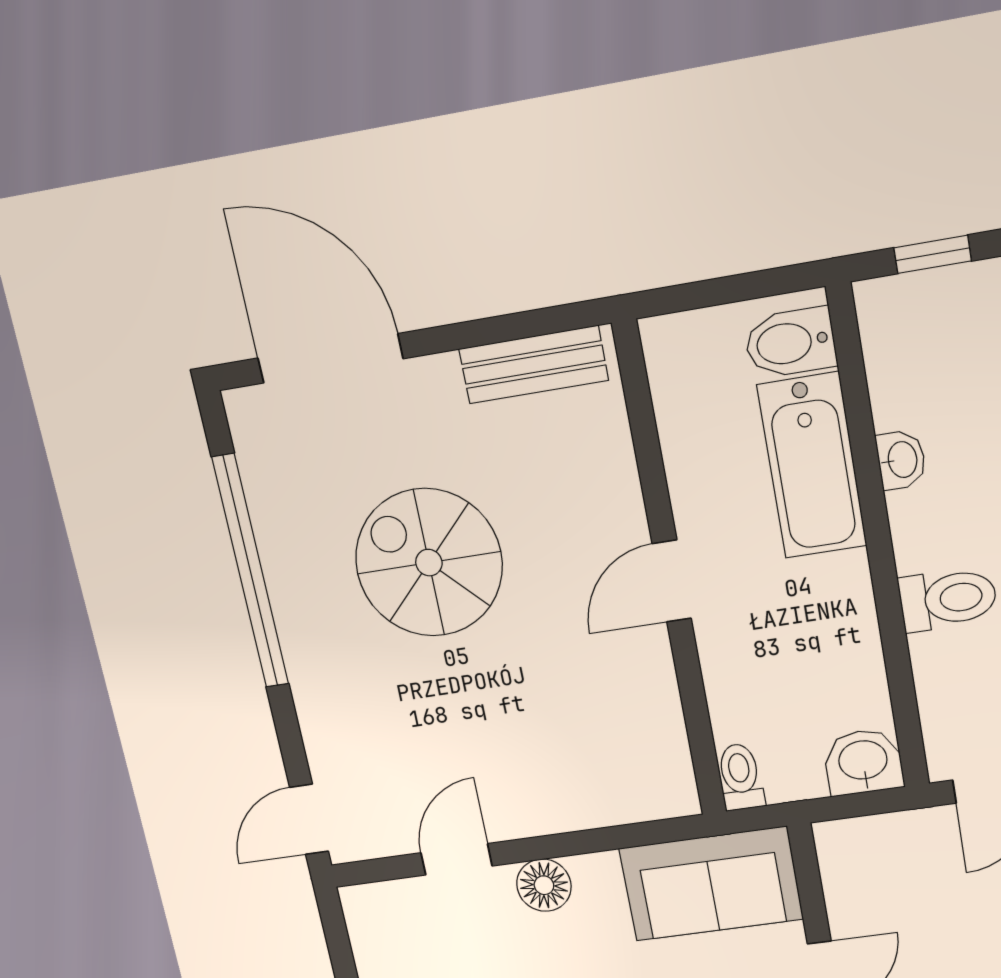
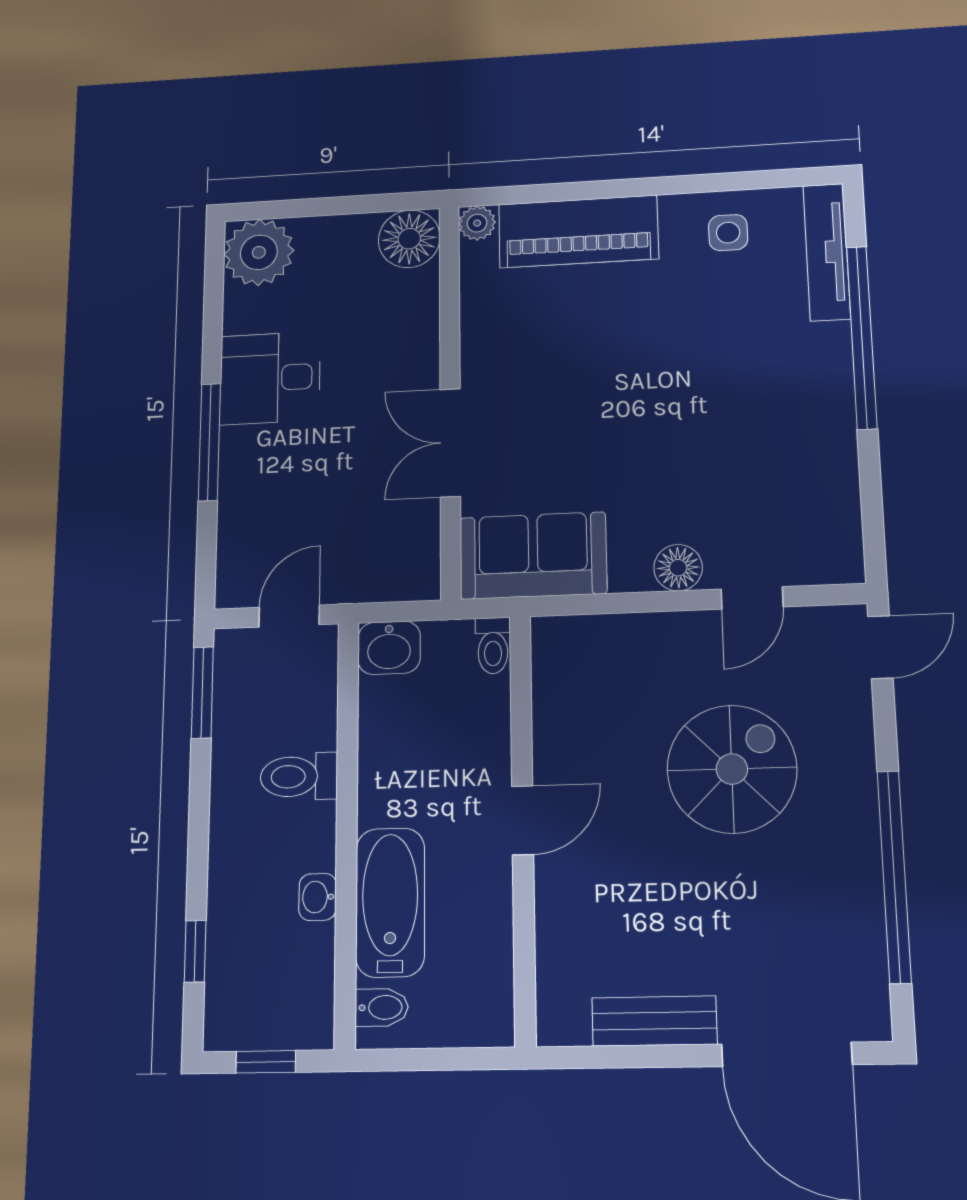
bidet: (790, 343) -> (382, 1007), width x0.72, depth x0.74
bench: (534, 365) -> (654, 1021), moved
spiral stairs: (429, 563) -> (732, 769), moved, turned -90

